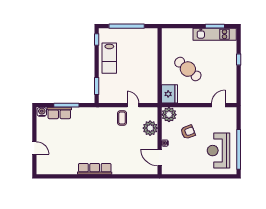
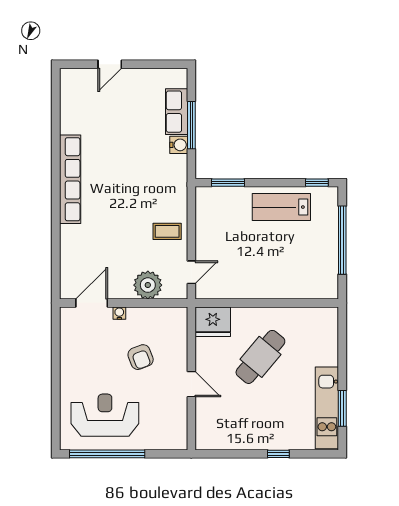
door: (133, 105) -> (191, 272), moved
door: (218, 105) -> (191, 384), moved
water cooler: (42, 112) -> (179, 145), moved
plant: (169, 115) -> (173, 321), removed
row of seats: (95, 169) -> (70, 179), width x1.36

